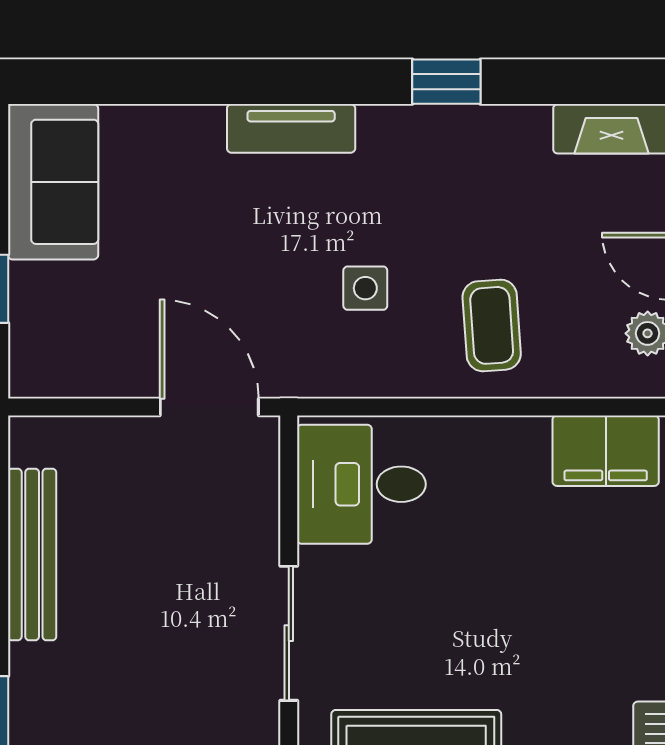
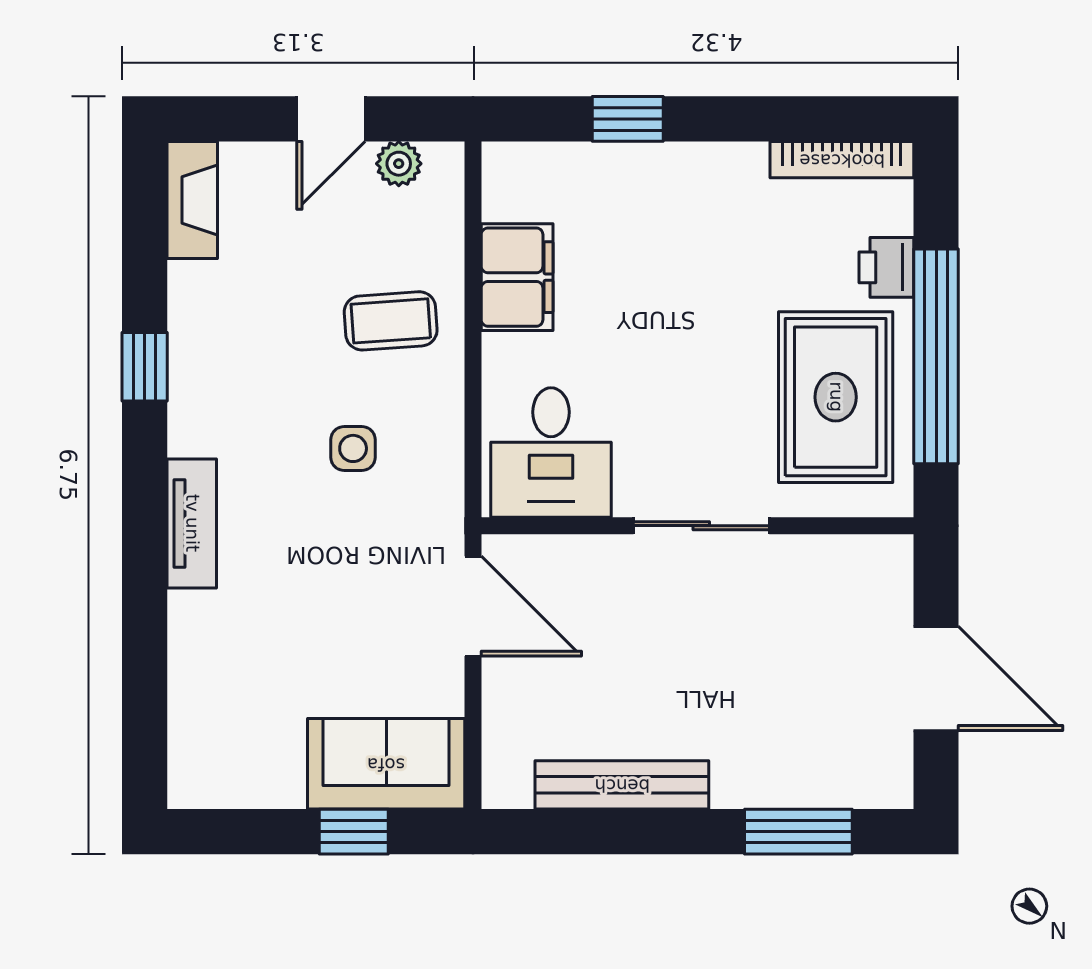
sofa: (53, 182) -> (386, 764), moved
door: (209, 407) -> (473, 606), swing flipped
filing cabinet: (606, 451) -> (517, 277), moved

